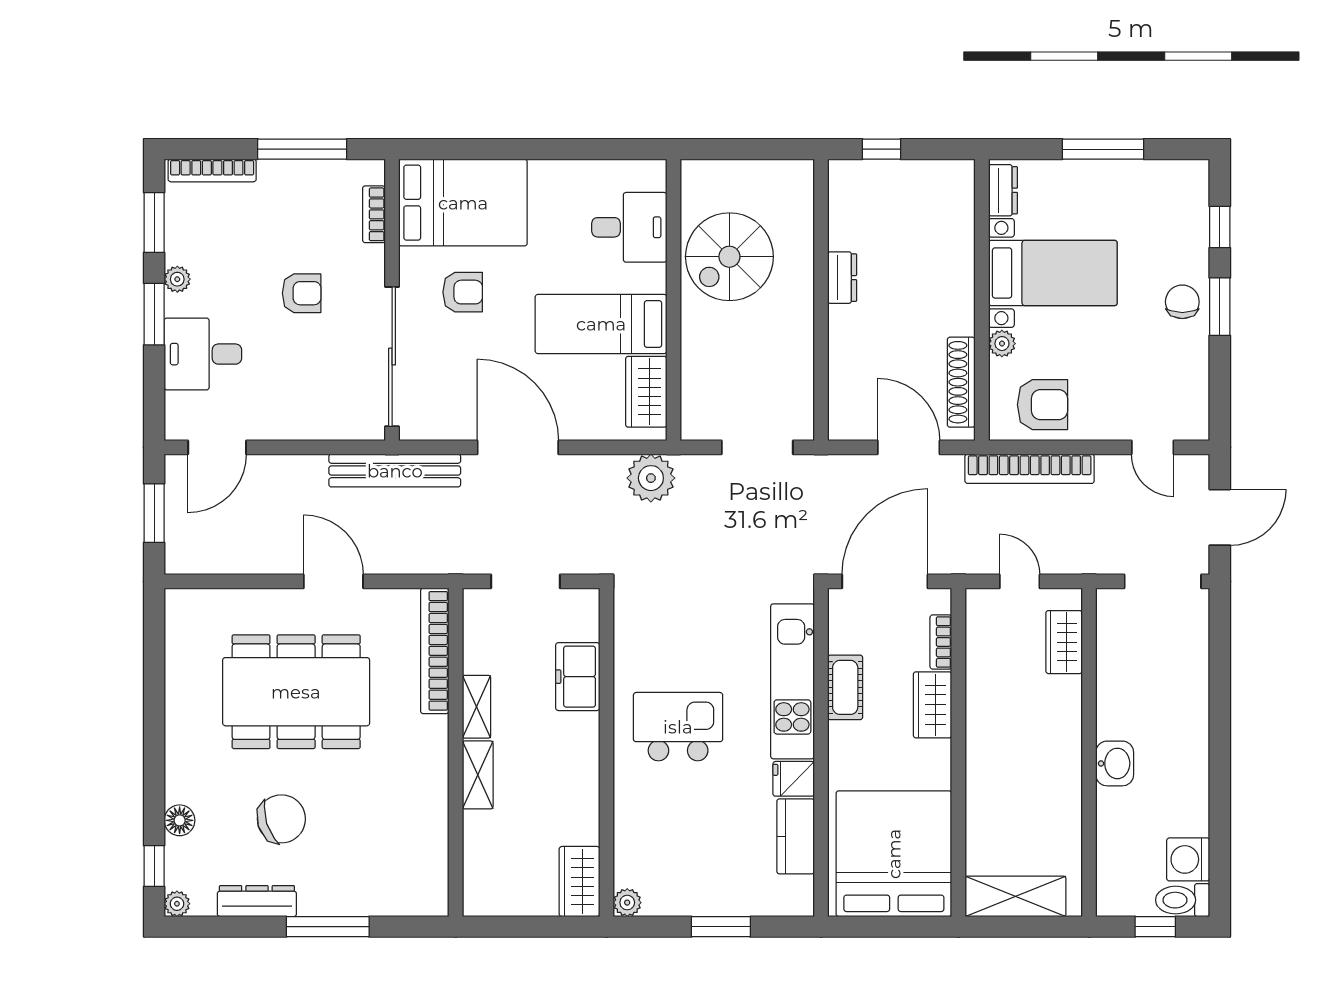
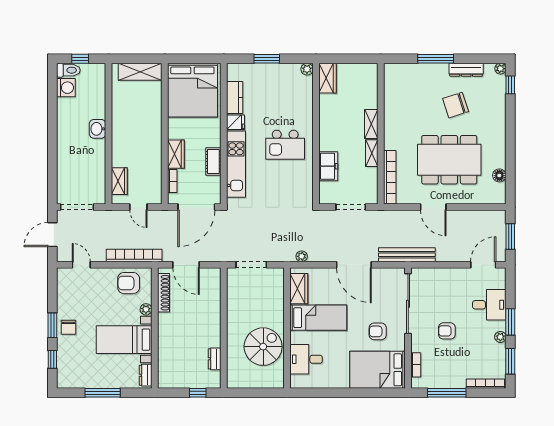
dresser: (842, 278) -> (215, 359), moved
plant: (651, 478) -> (302, 256), width x0.53, depth x0.53
floor lamp: (180, 820) -> (499, 175), moved

